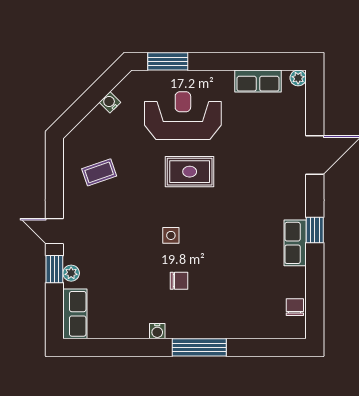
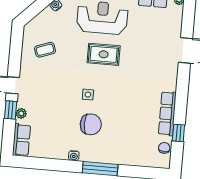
window: (315, 230) -> (178, 133), moved
row of seats: (295, 243) -> (167, 113), width x1.48
chair: (179, 281) -> (91, 124), width x1.87, depth x1.87

